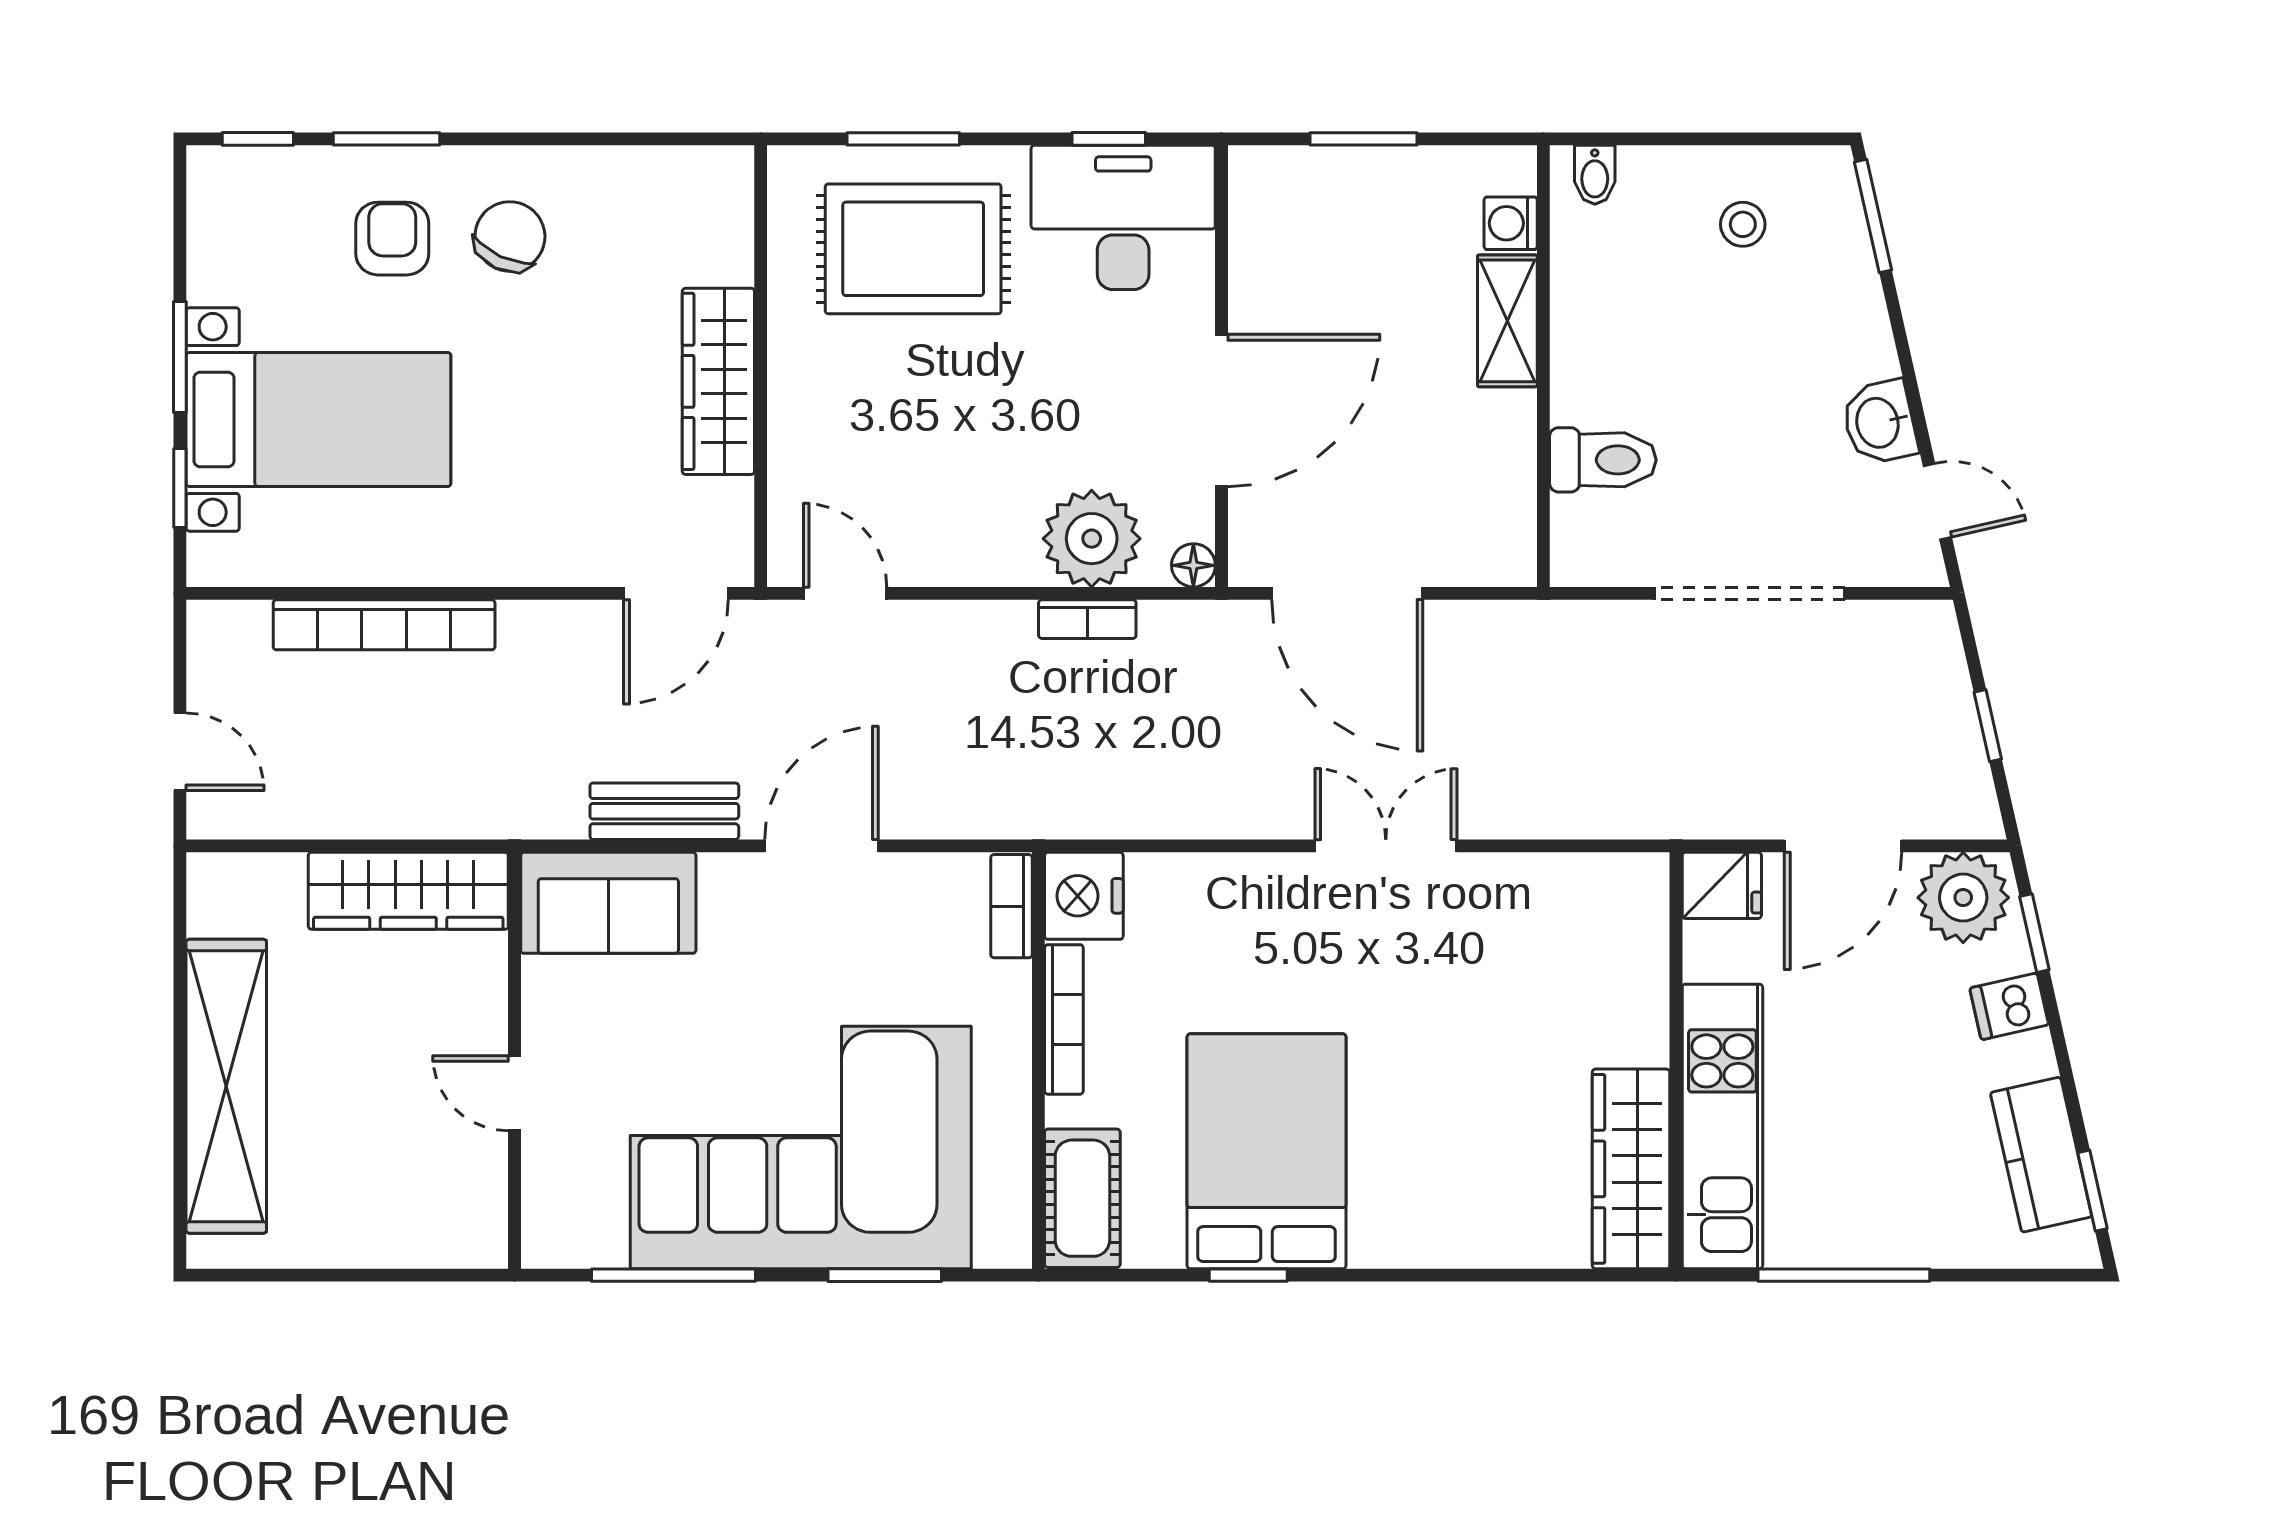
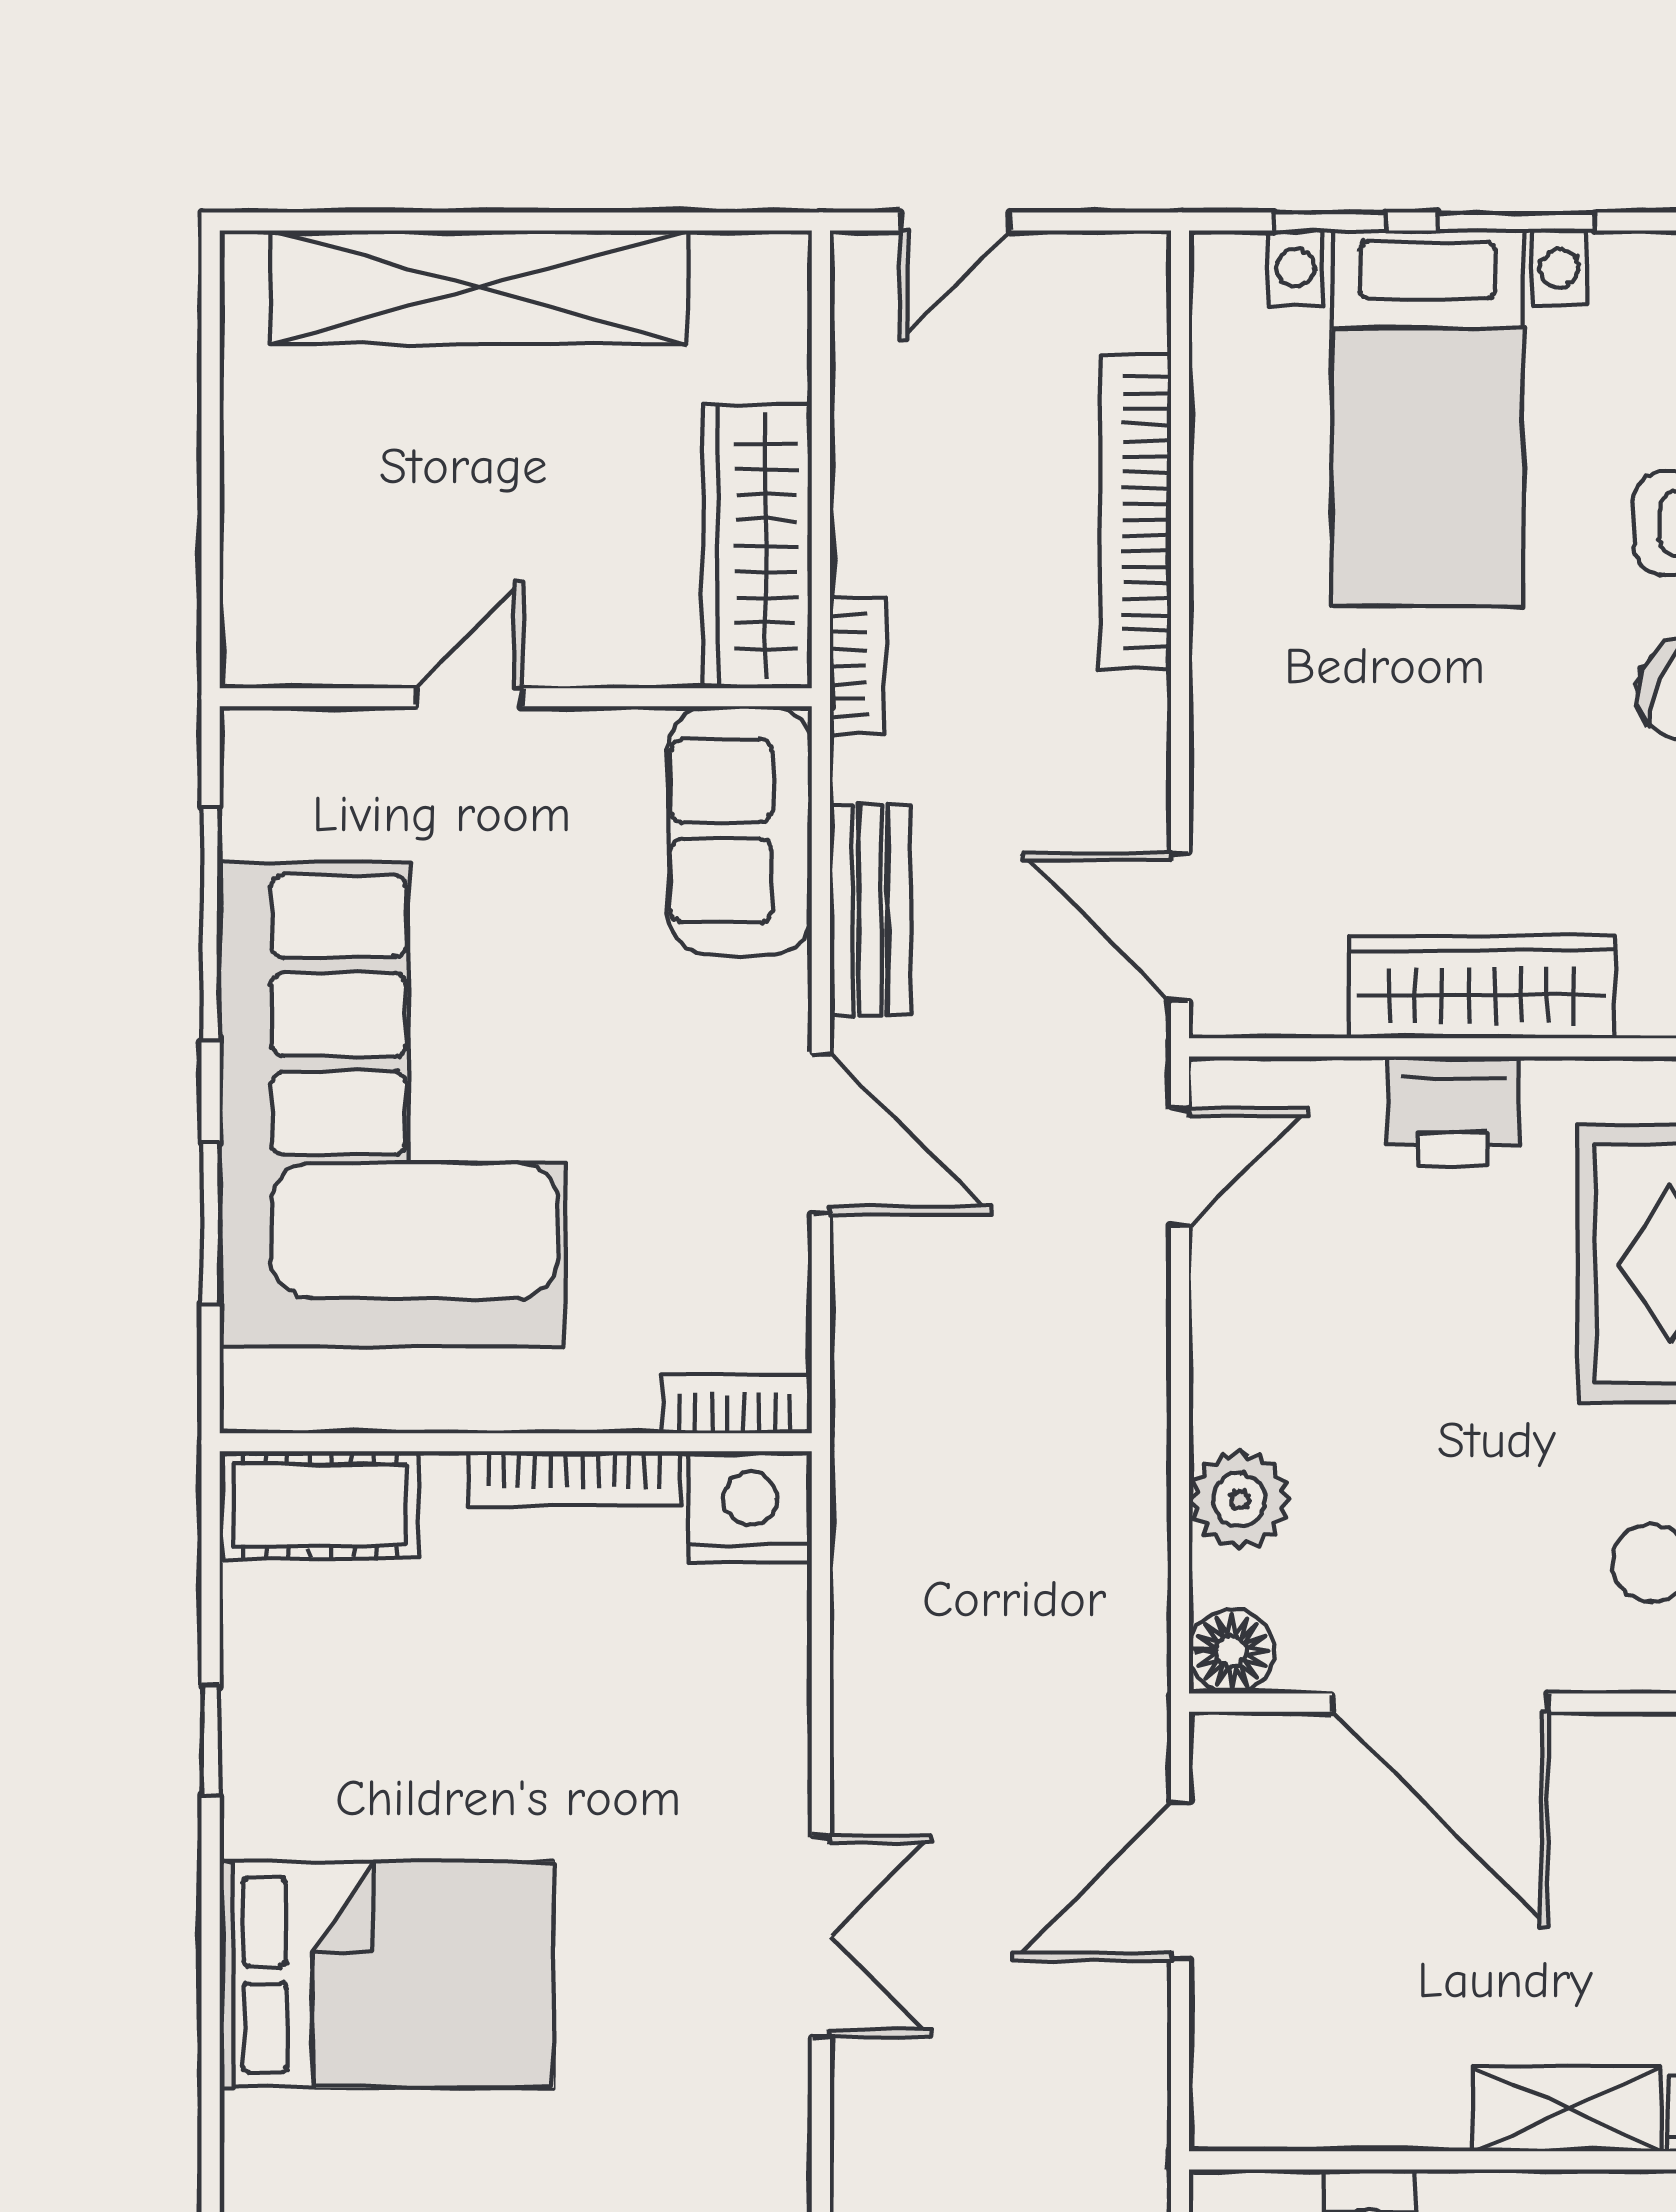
printer: (805, 402) -> (1453, 1111), added
plant: (1092, 539) -> (1240, 1500), width x0.73, depth x0.73
floor lamp: (1193, 565) -> (1231, 1651), width x1.37, depth x1.37
door: (1347, 593) -> (1180, 1881), width x0.73
bookcase: (1087, 619) -> (858, 666), moved, turned 180
bed: (1267, 1151) -> (387, 1975), moved

